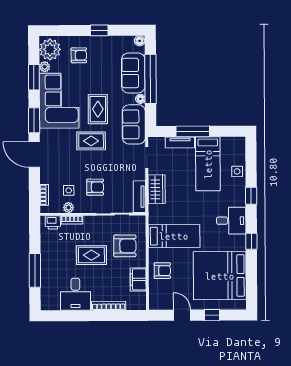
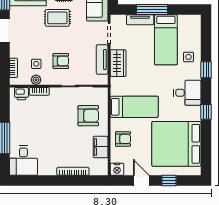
side table: (237, 171) -> (188, 57), moved
tv unit: (139, 197) -> (102, 59), moved
rug: (91, 255) -> (57, 124), removed
desk: (75, 294) -> (23, 160), moved
nightstand: (156, 303) -> (117, 169), added

